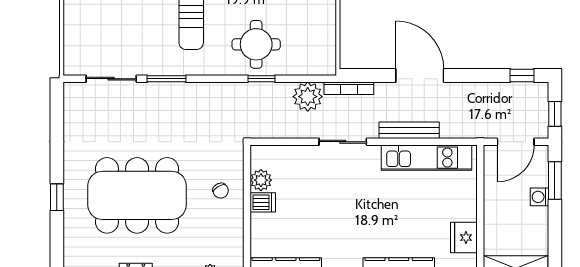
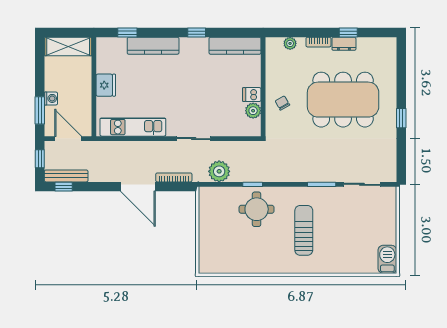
bookcase: (349, 88) -> (174, 177), moved
bench: (409, 130) -> (66, 176), moved
door: (516, 142) -> (68, 139), hinge flipped
window: (57, 197) -> (401, 118), moved
fridge: (464, 238) -> (106, 85), moved

